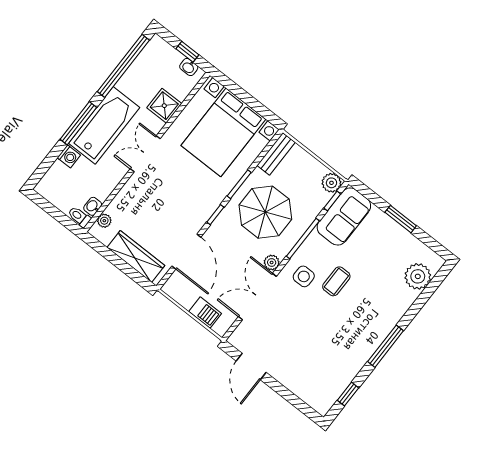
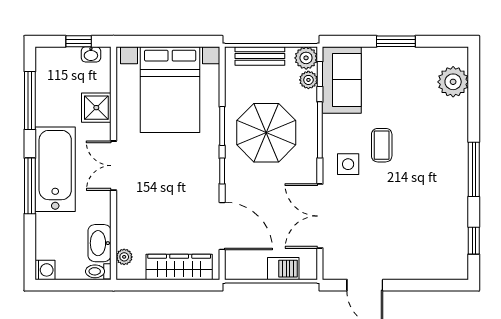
window: (123, 66) -> (30, 100), width x0.68
bench: (276, 154) -> (260, 56), moved, turned 90
washing machine: (69, 156) -> (45, 270), moved
washbasin: (93, 206) -> (100, 243), width x1.91, depth x1.45
plant: (272, 262) -> (308, 80), moved

